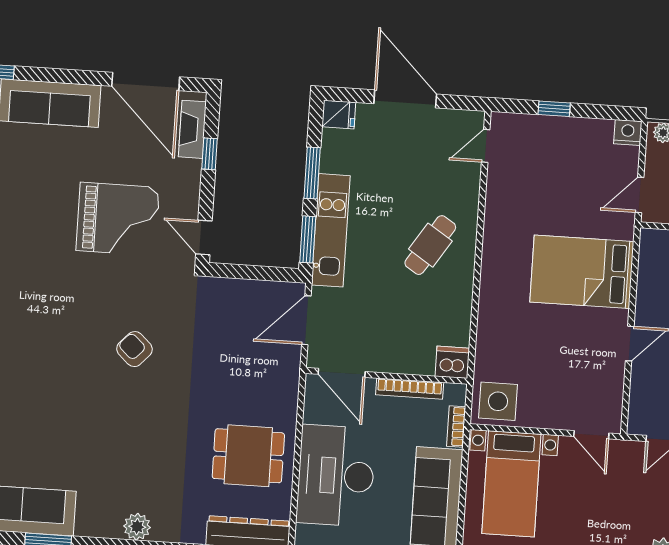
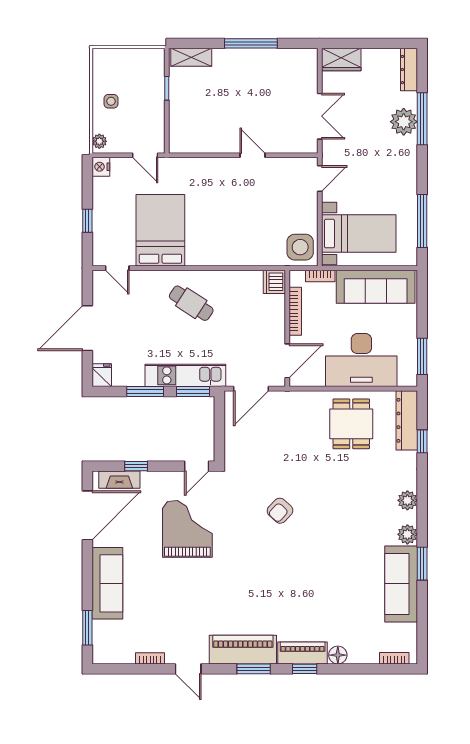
bed: (582, 272) -> (160, 230), moved, turned 180
door: (306, 320) -> (251, 389), hinge flipped
plant: (90, 524) -> (407, 534), added

